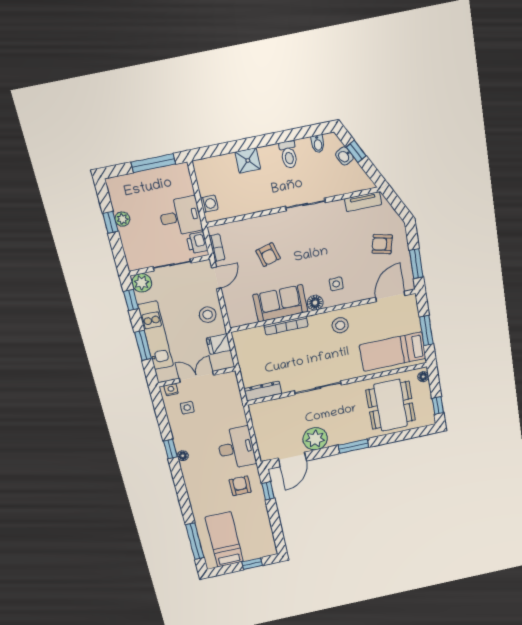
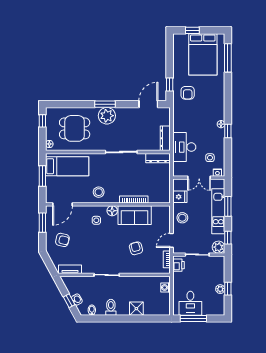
desk: (180, 216) -> (190, 303), moved, turned -90
dining table: (391, 405) -> (75, 128), width x0.73
dresser: (258, 420) -> (165, 138), added
plant: (315, 439) -> (107, 116), moved
desk: (236, 448) -> (184, 147), moved
bed: (224, 539) -> (203, 54), width x1.50

